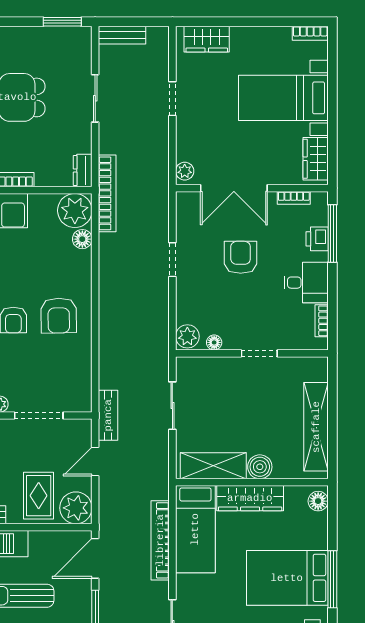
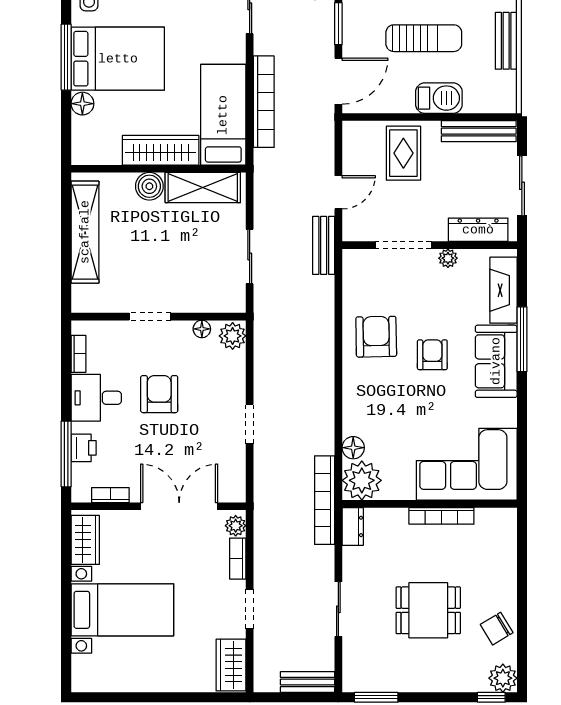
bookcase: (310, 33) -> (238, 559), moved, turned -90
wardrobe: (207, 39) -> (231, 665), moved, turned -90
armchair: (241, 257) -> (159, 394), moved, turned 180
armchair: (59, 316) -> (376, 337), moved
floor lamp: (318, 501) -> (82, 104), moved
plant: (76, 508) -> (361, 139), removed

